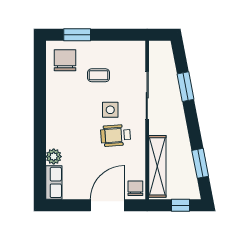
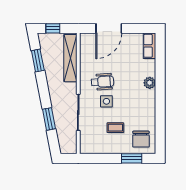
plant: (54, 157) -> (150, 83), moved
chair: (135, 188) -> (87, 41), removed

